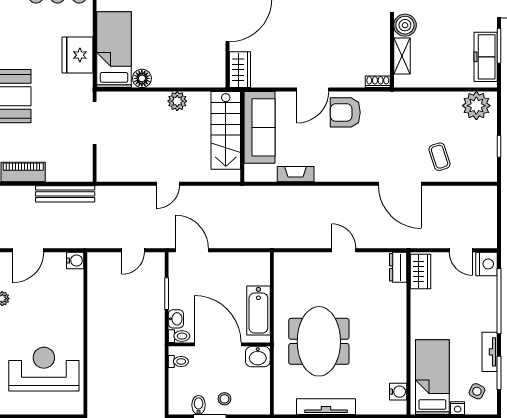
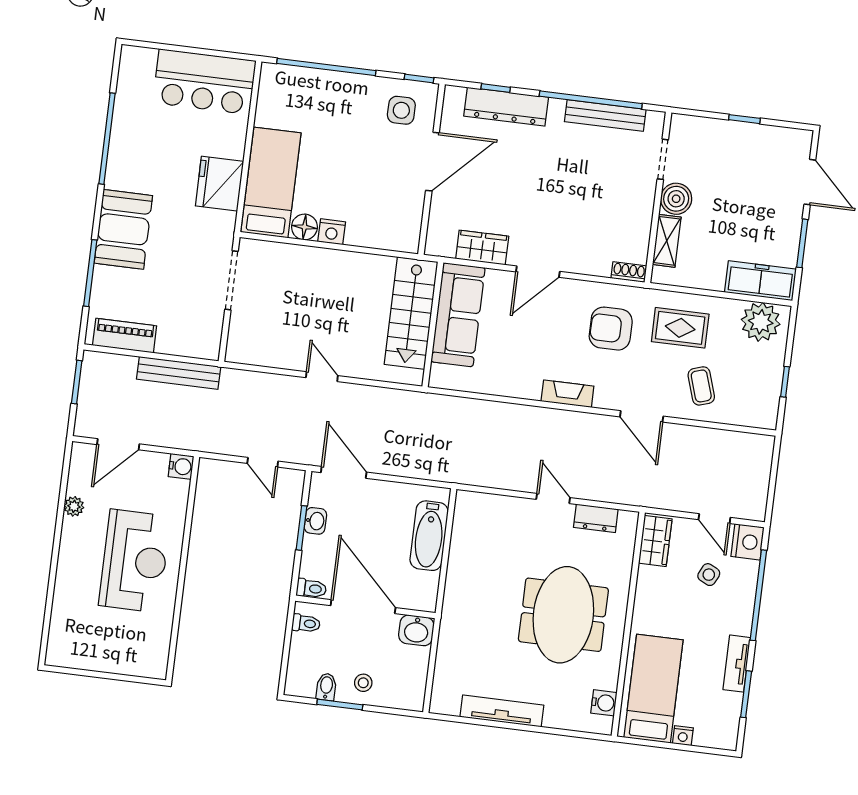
freezer: (486, 57) -> (760, 281), moved, turned 90
wardrobe: (240, 70) -> (482, 248), moved, turned -90
nightstand: (162, 79) -> (332, 232), added
plant: (177, 101) -> (349, 264), removed
armchair: (345, 112) -> (611, 329), moved
rug: (419, 117) -> (680, 328), added
fireplace: (296, 174) -> (567, 394), moved
door: (168, 184) -> (322, 377), swing flipped
door: (400, 184) -> (642, 416), width x0.73
door: (133, 250) -> (263, 462), hinge flipped
dresser: (398, 267) -> (596, 518), moved, turned -90
bathtub: (258, 311) -> (429, 536), moved
washbasin: (176, 319) -> (315, 521), moved
meeting table: (319, 341) -> (563, 615), moved
reception desk: (44, 369) -> (135, 561), moved, turned 90
side table: (477, 391) -> (709, 575), moved

